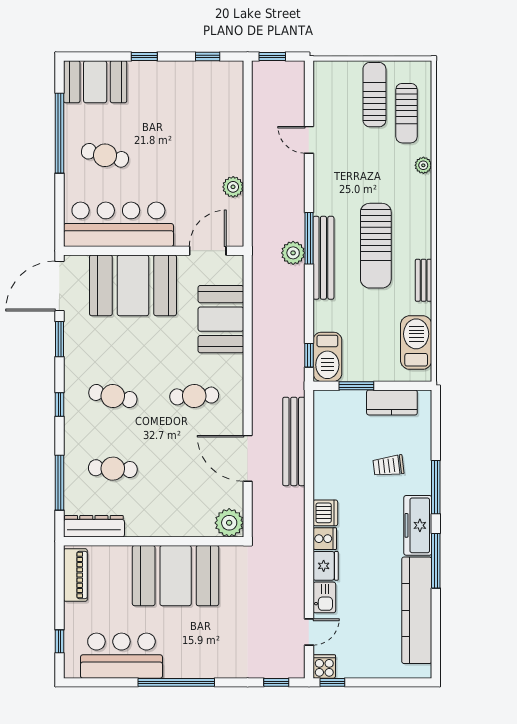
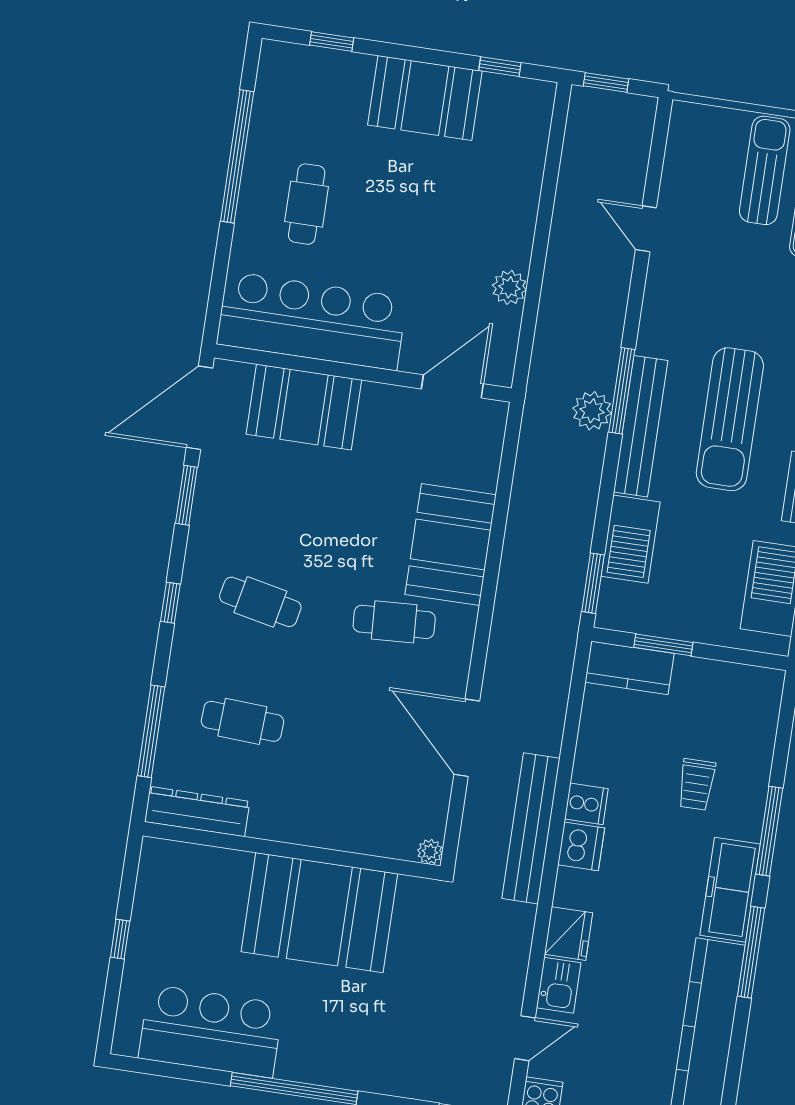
window: (144, 56) -> (332, 41), moved
booth: (95, 82) -> (425, 98), moved
cafe table: (105, 155) -> (307, 204), turned 76
booth: (133, 285) -> (304, 407), width x0.73, depth x0.70
booth: (221, 319) -> (451, 545), moved
window: (309, 355) -> (593, 583), width x1.50
barbecue: (327, 357) -> (631, 539), moved
kitchen counter: (392, 402) -> (630, 668), moved
bench: (294, 441) -> (531, 828), moved
trolley: (388, 466) -> (696, 784), turned -83
plant: (229, 523) -> (430, 852), width x0.53, depth x0.53
cooker: (325, 539) -> (586, 804), moved
piano: (75, 575) -> (155, 887), removed
window: (59, 641) -> (120, 939), moved

